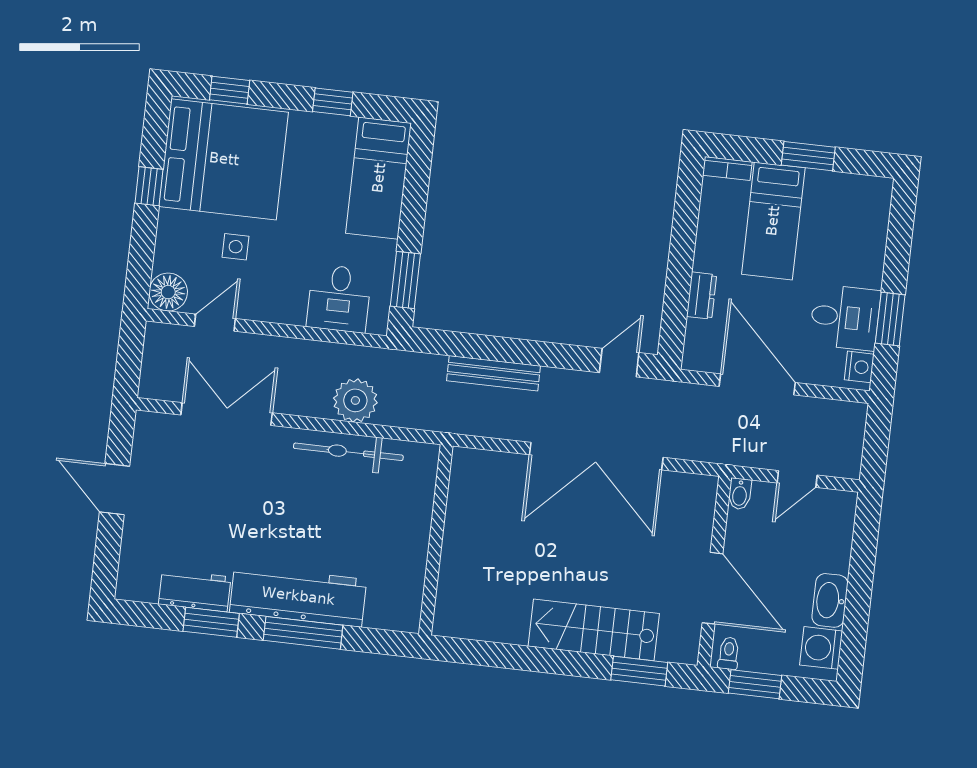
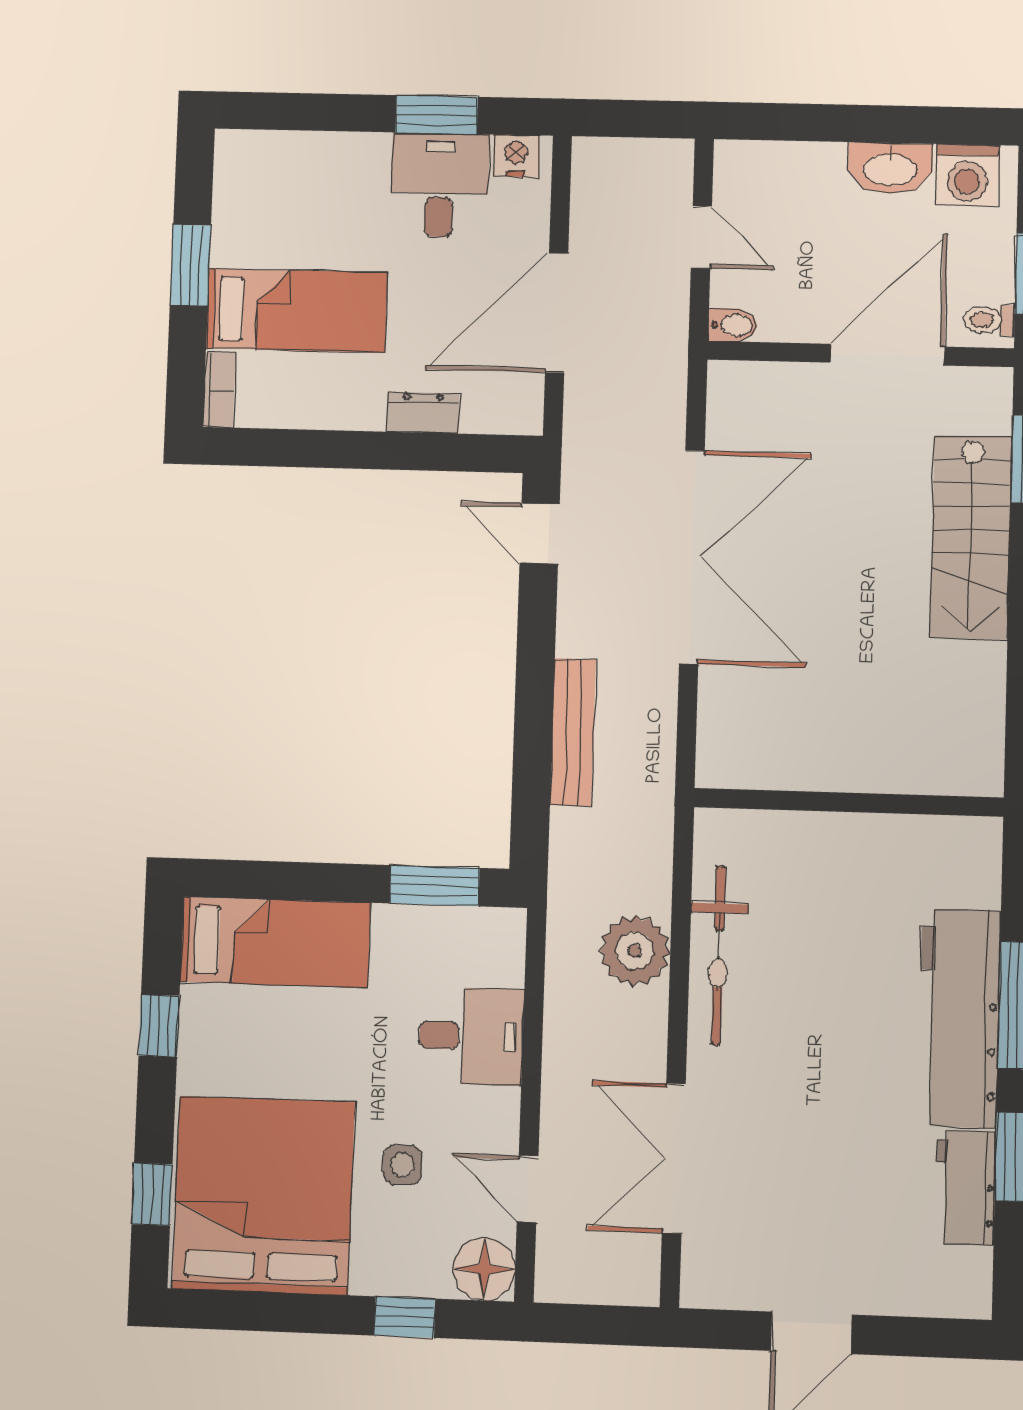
window: (149, 186) -> (405, 1317), moved
desk: (339, 298) -> (471, 1036), moved

